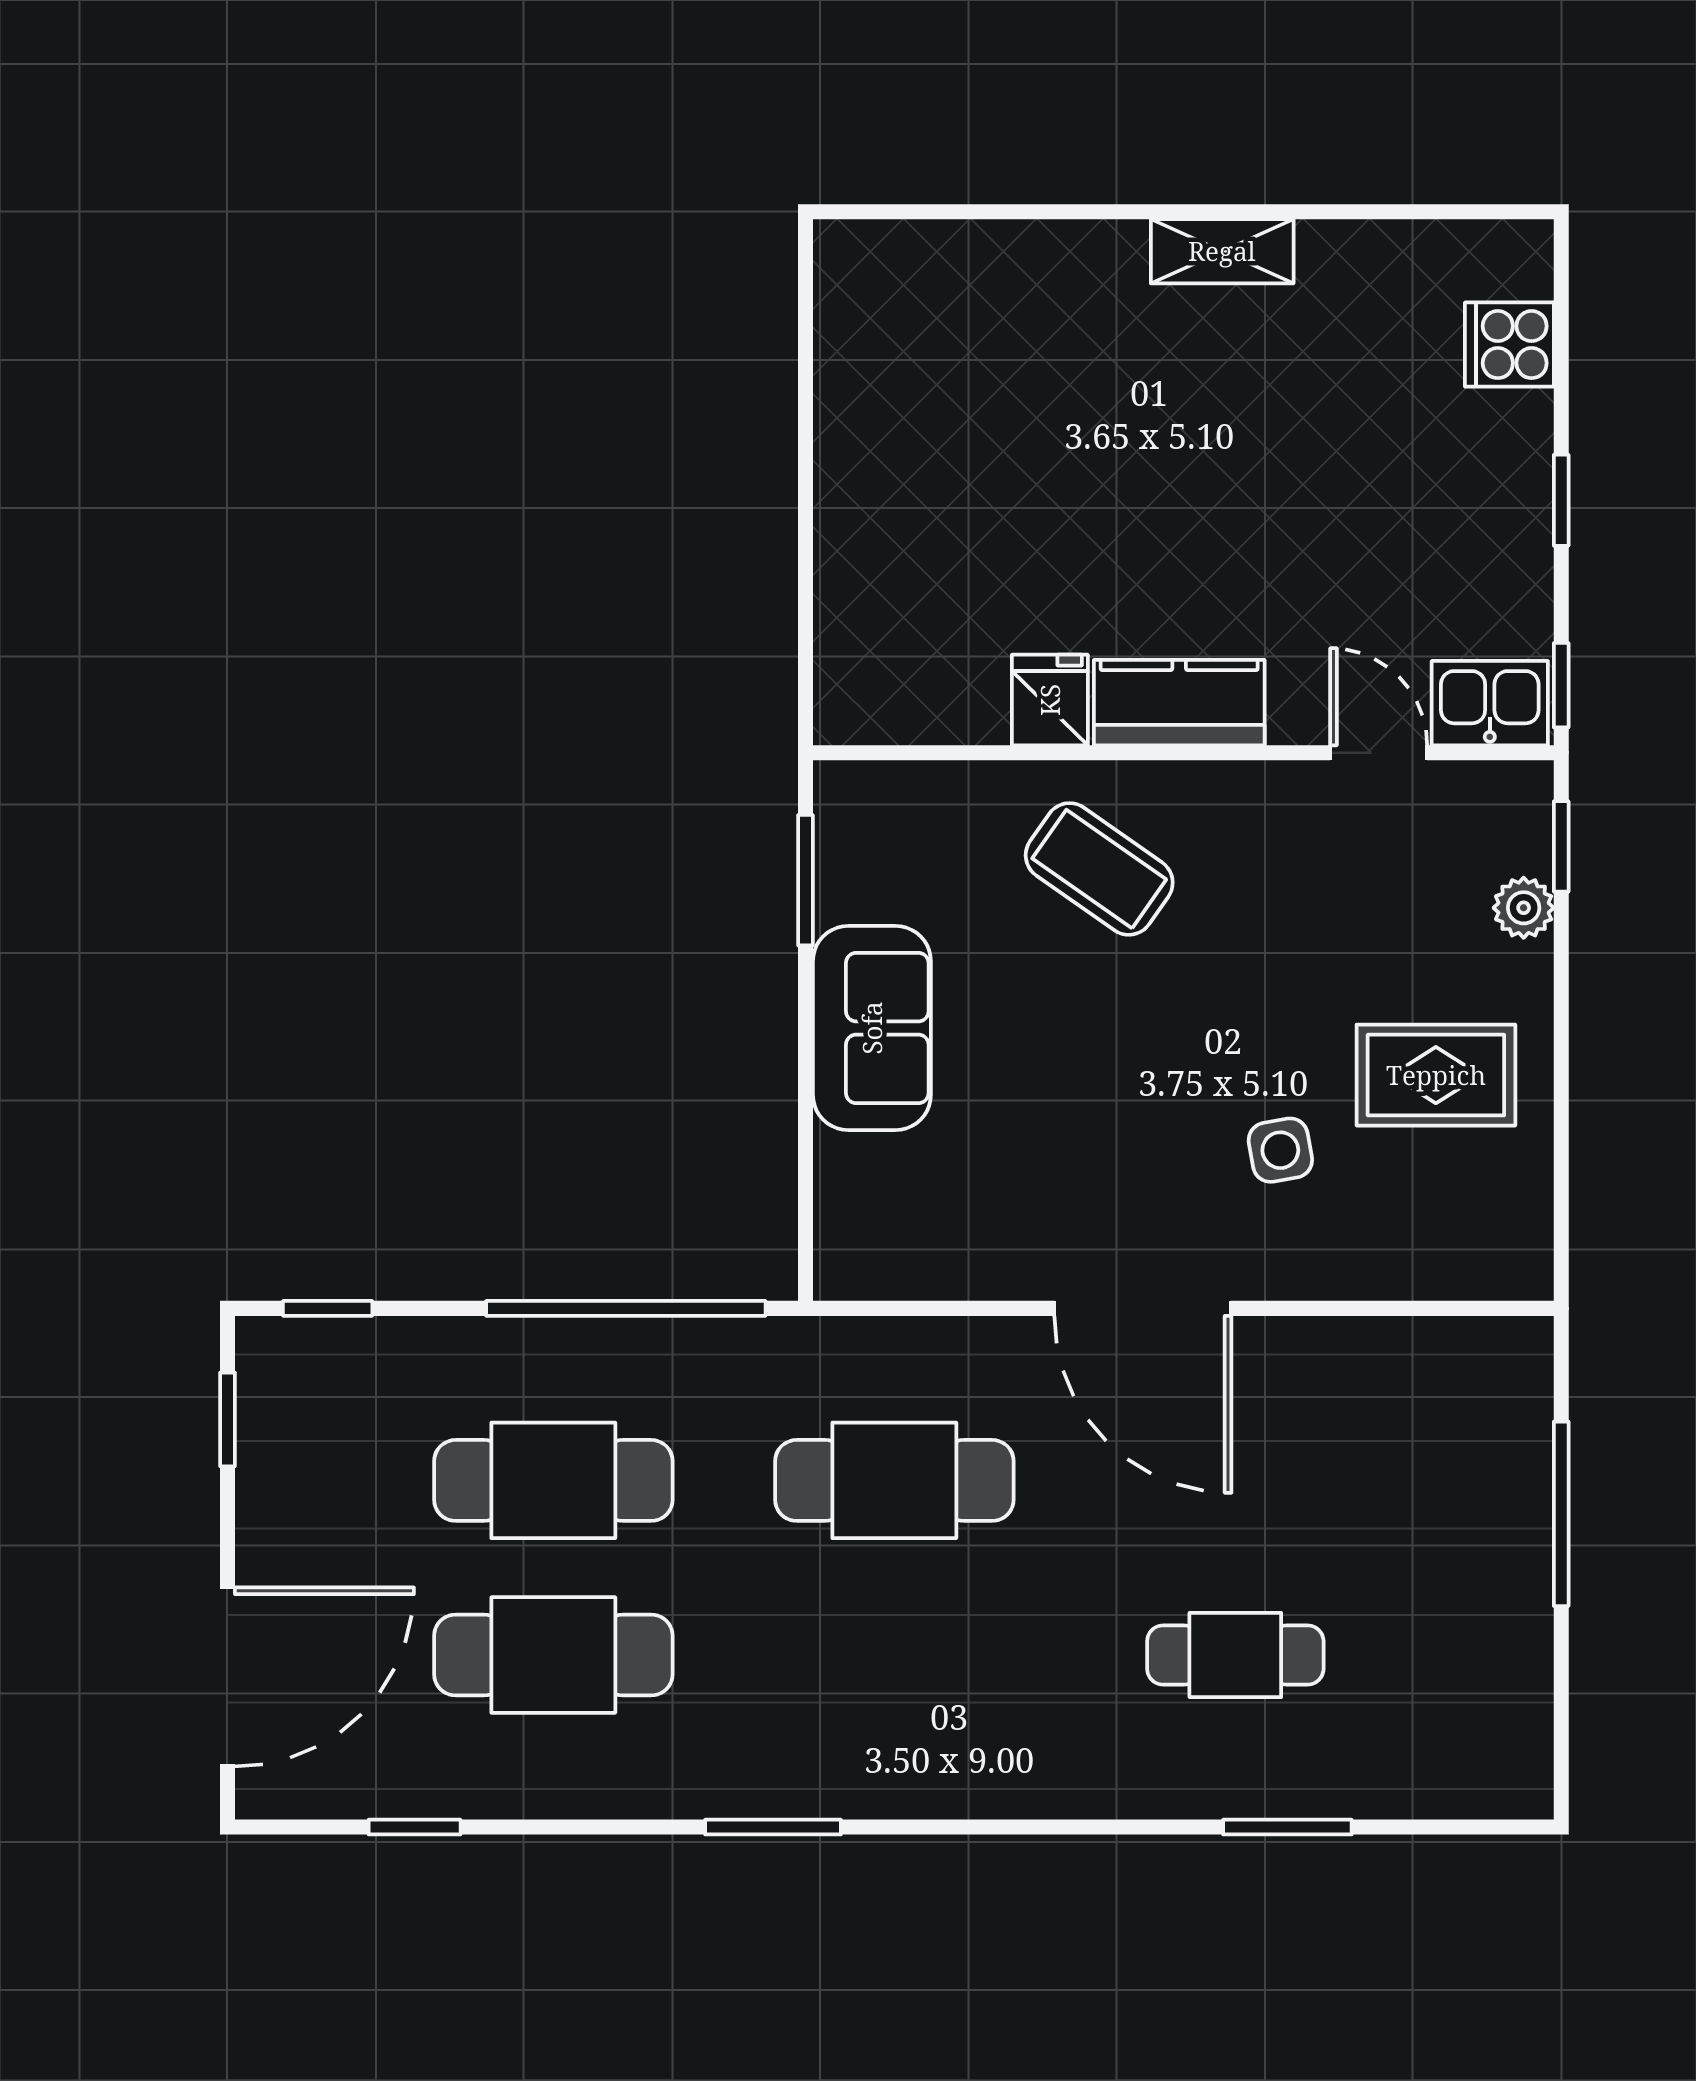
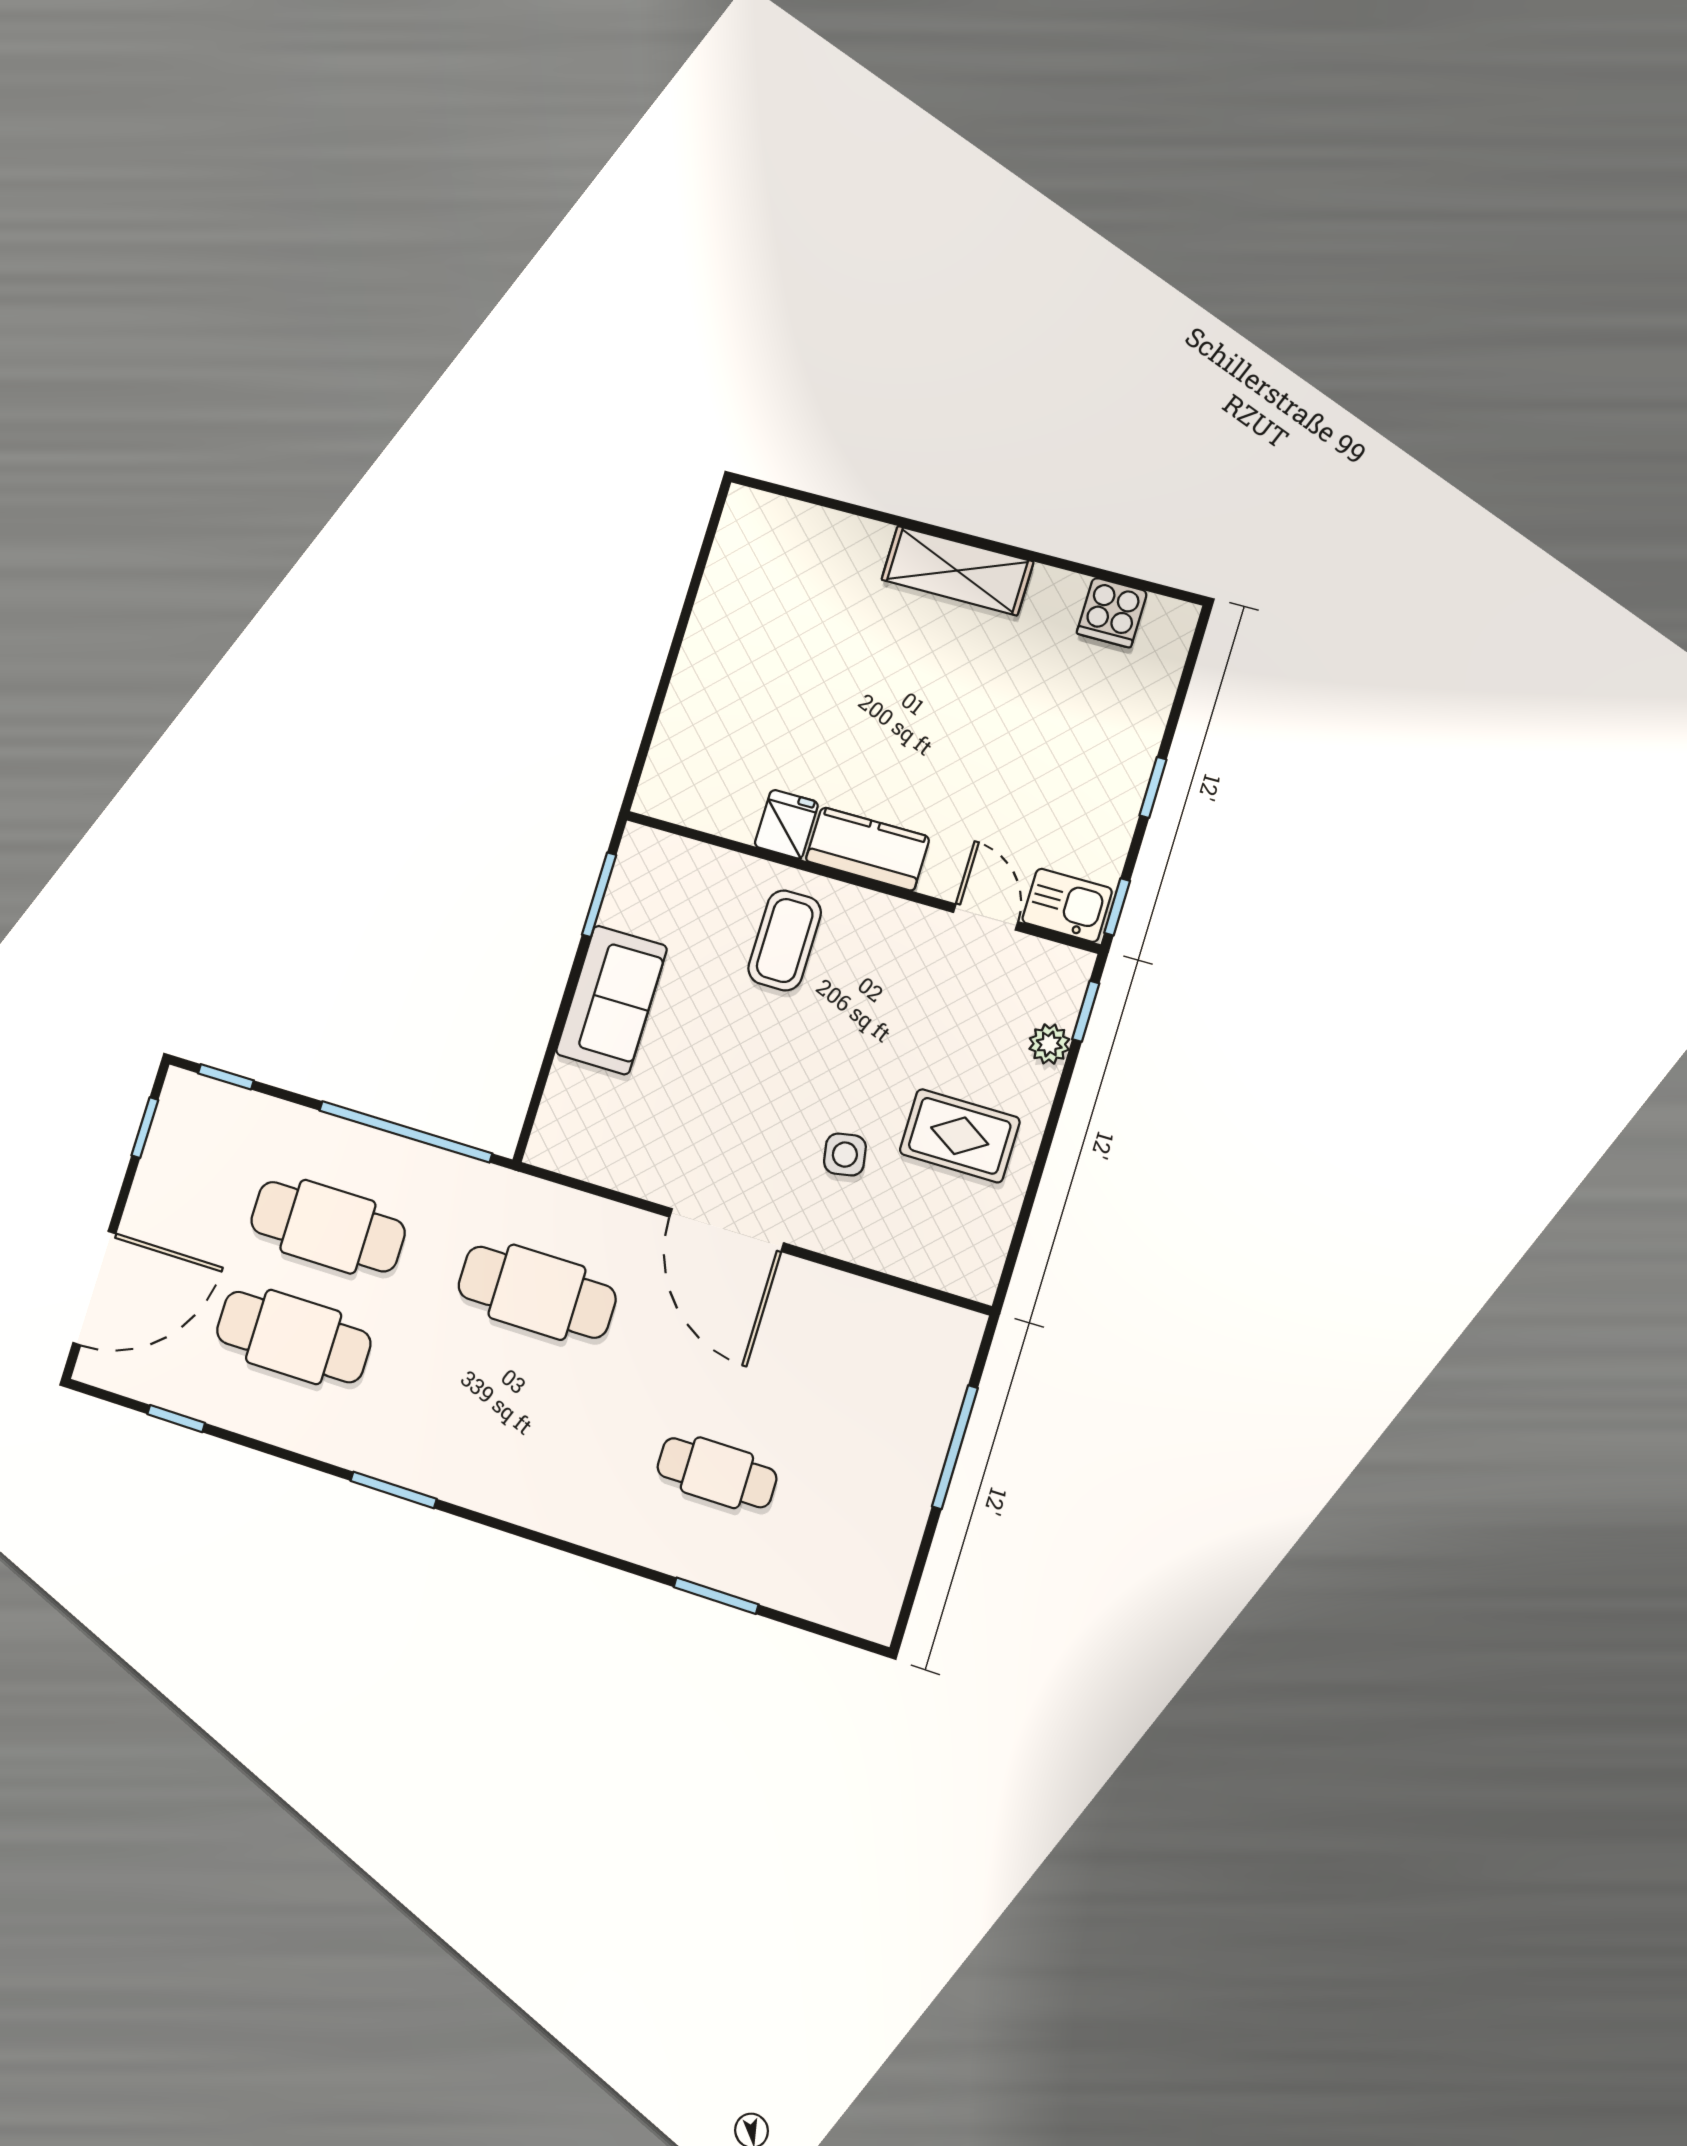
shelving: (1222, 251) -> (957, 571), width x1.50, depth x1.33
cooker: (1509, 345) -> (1112, 612), moved, turned -90
coffee table: (1099, 869) -> (785, 940), turned 55

